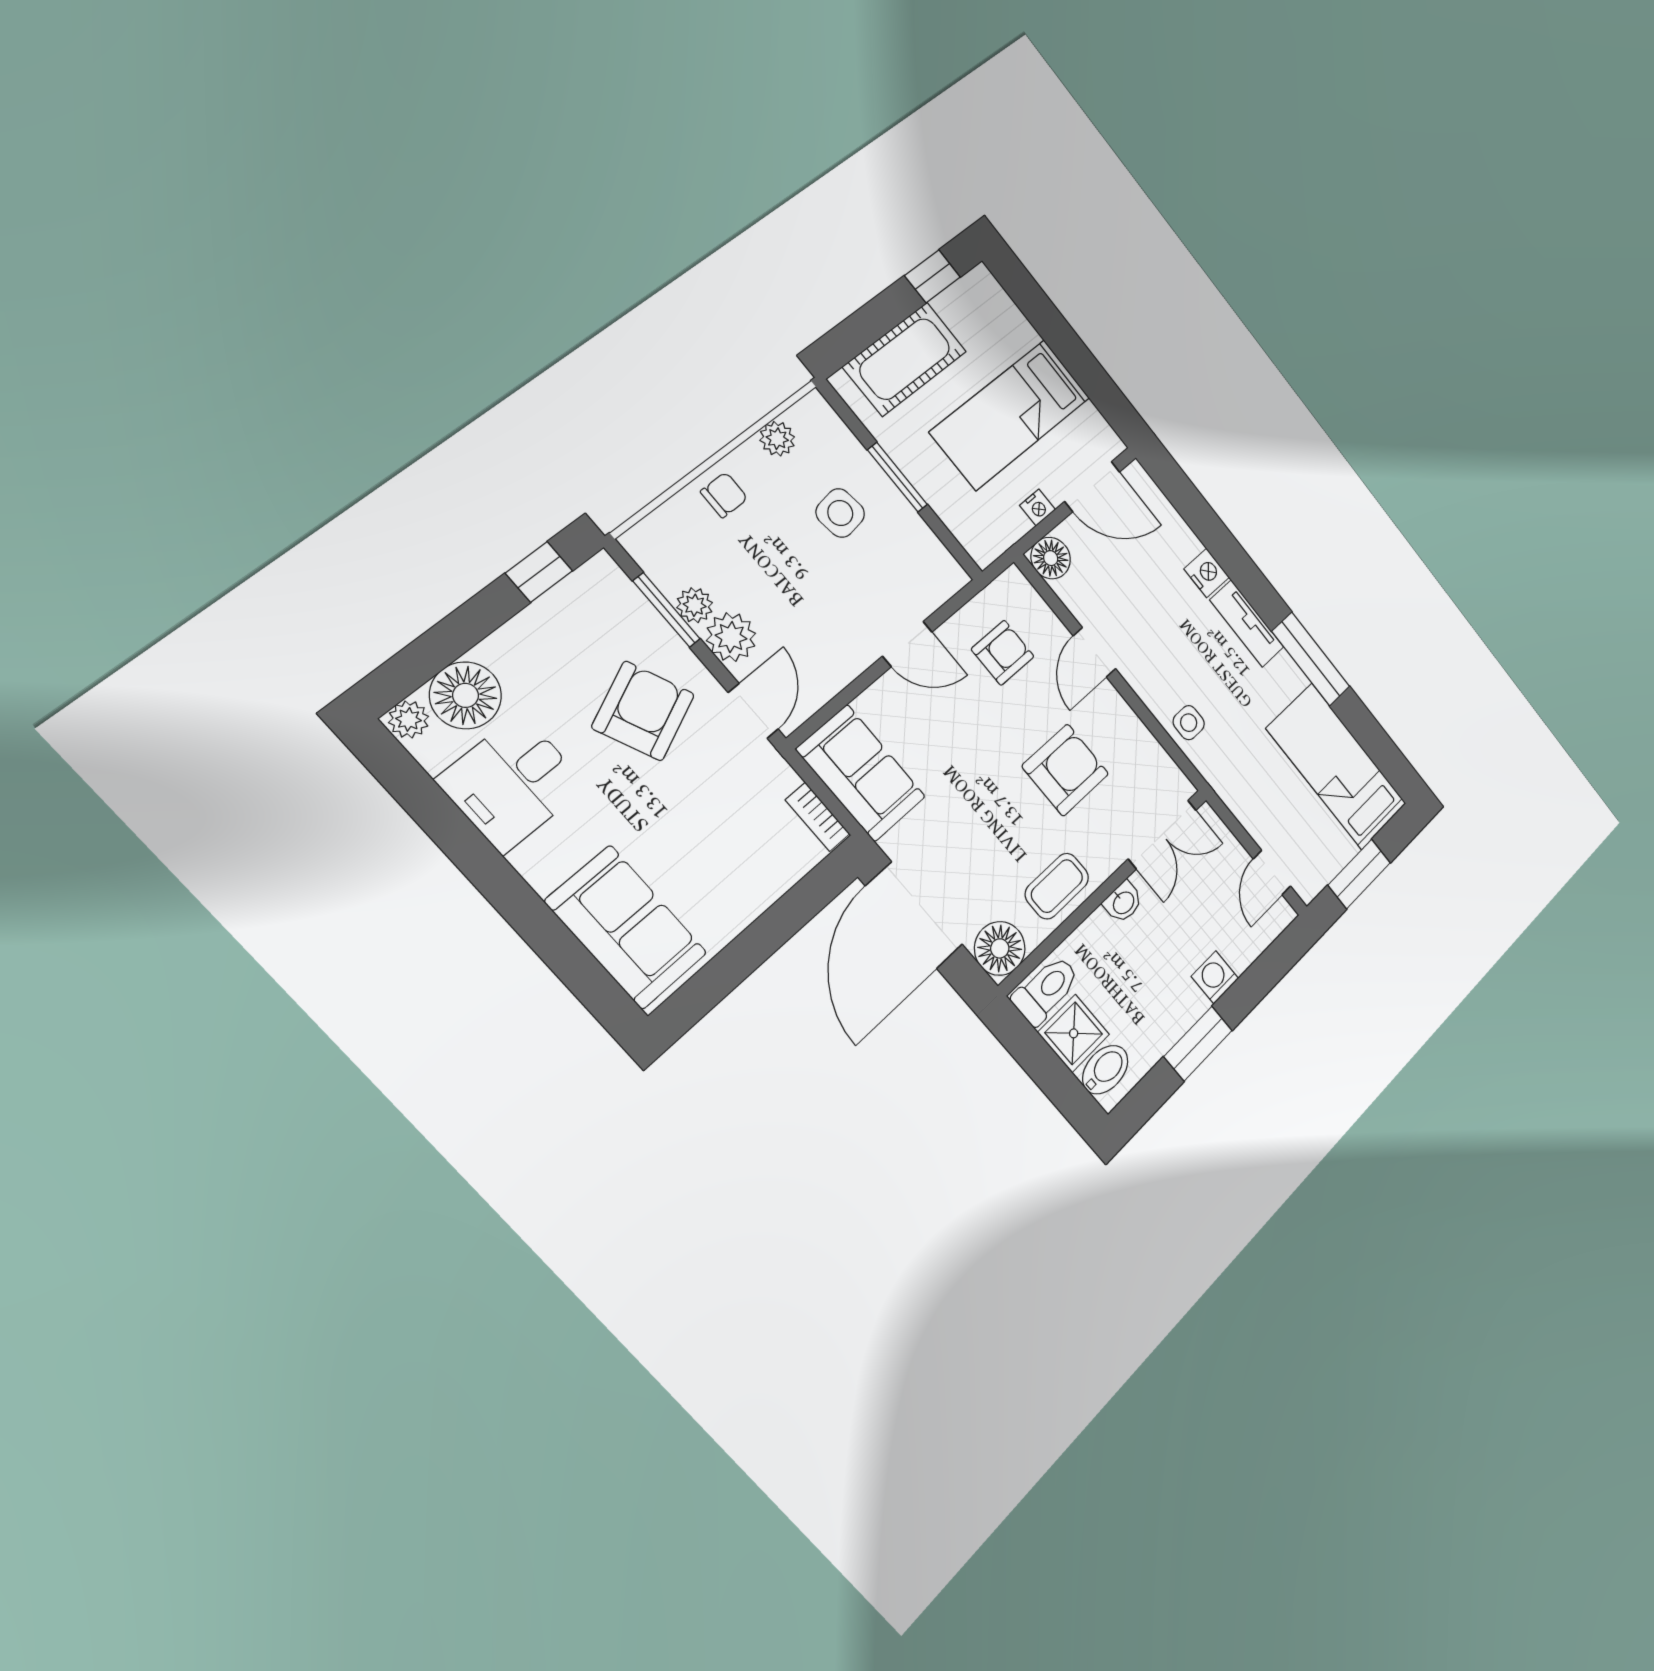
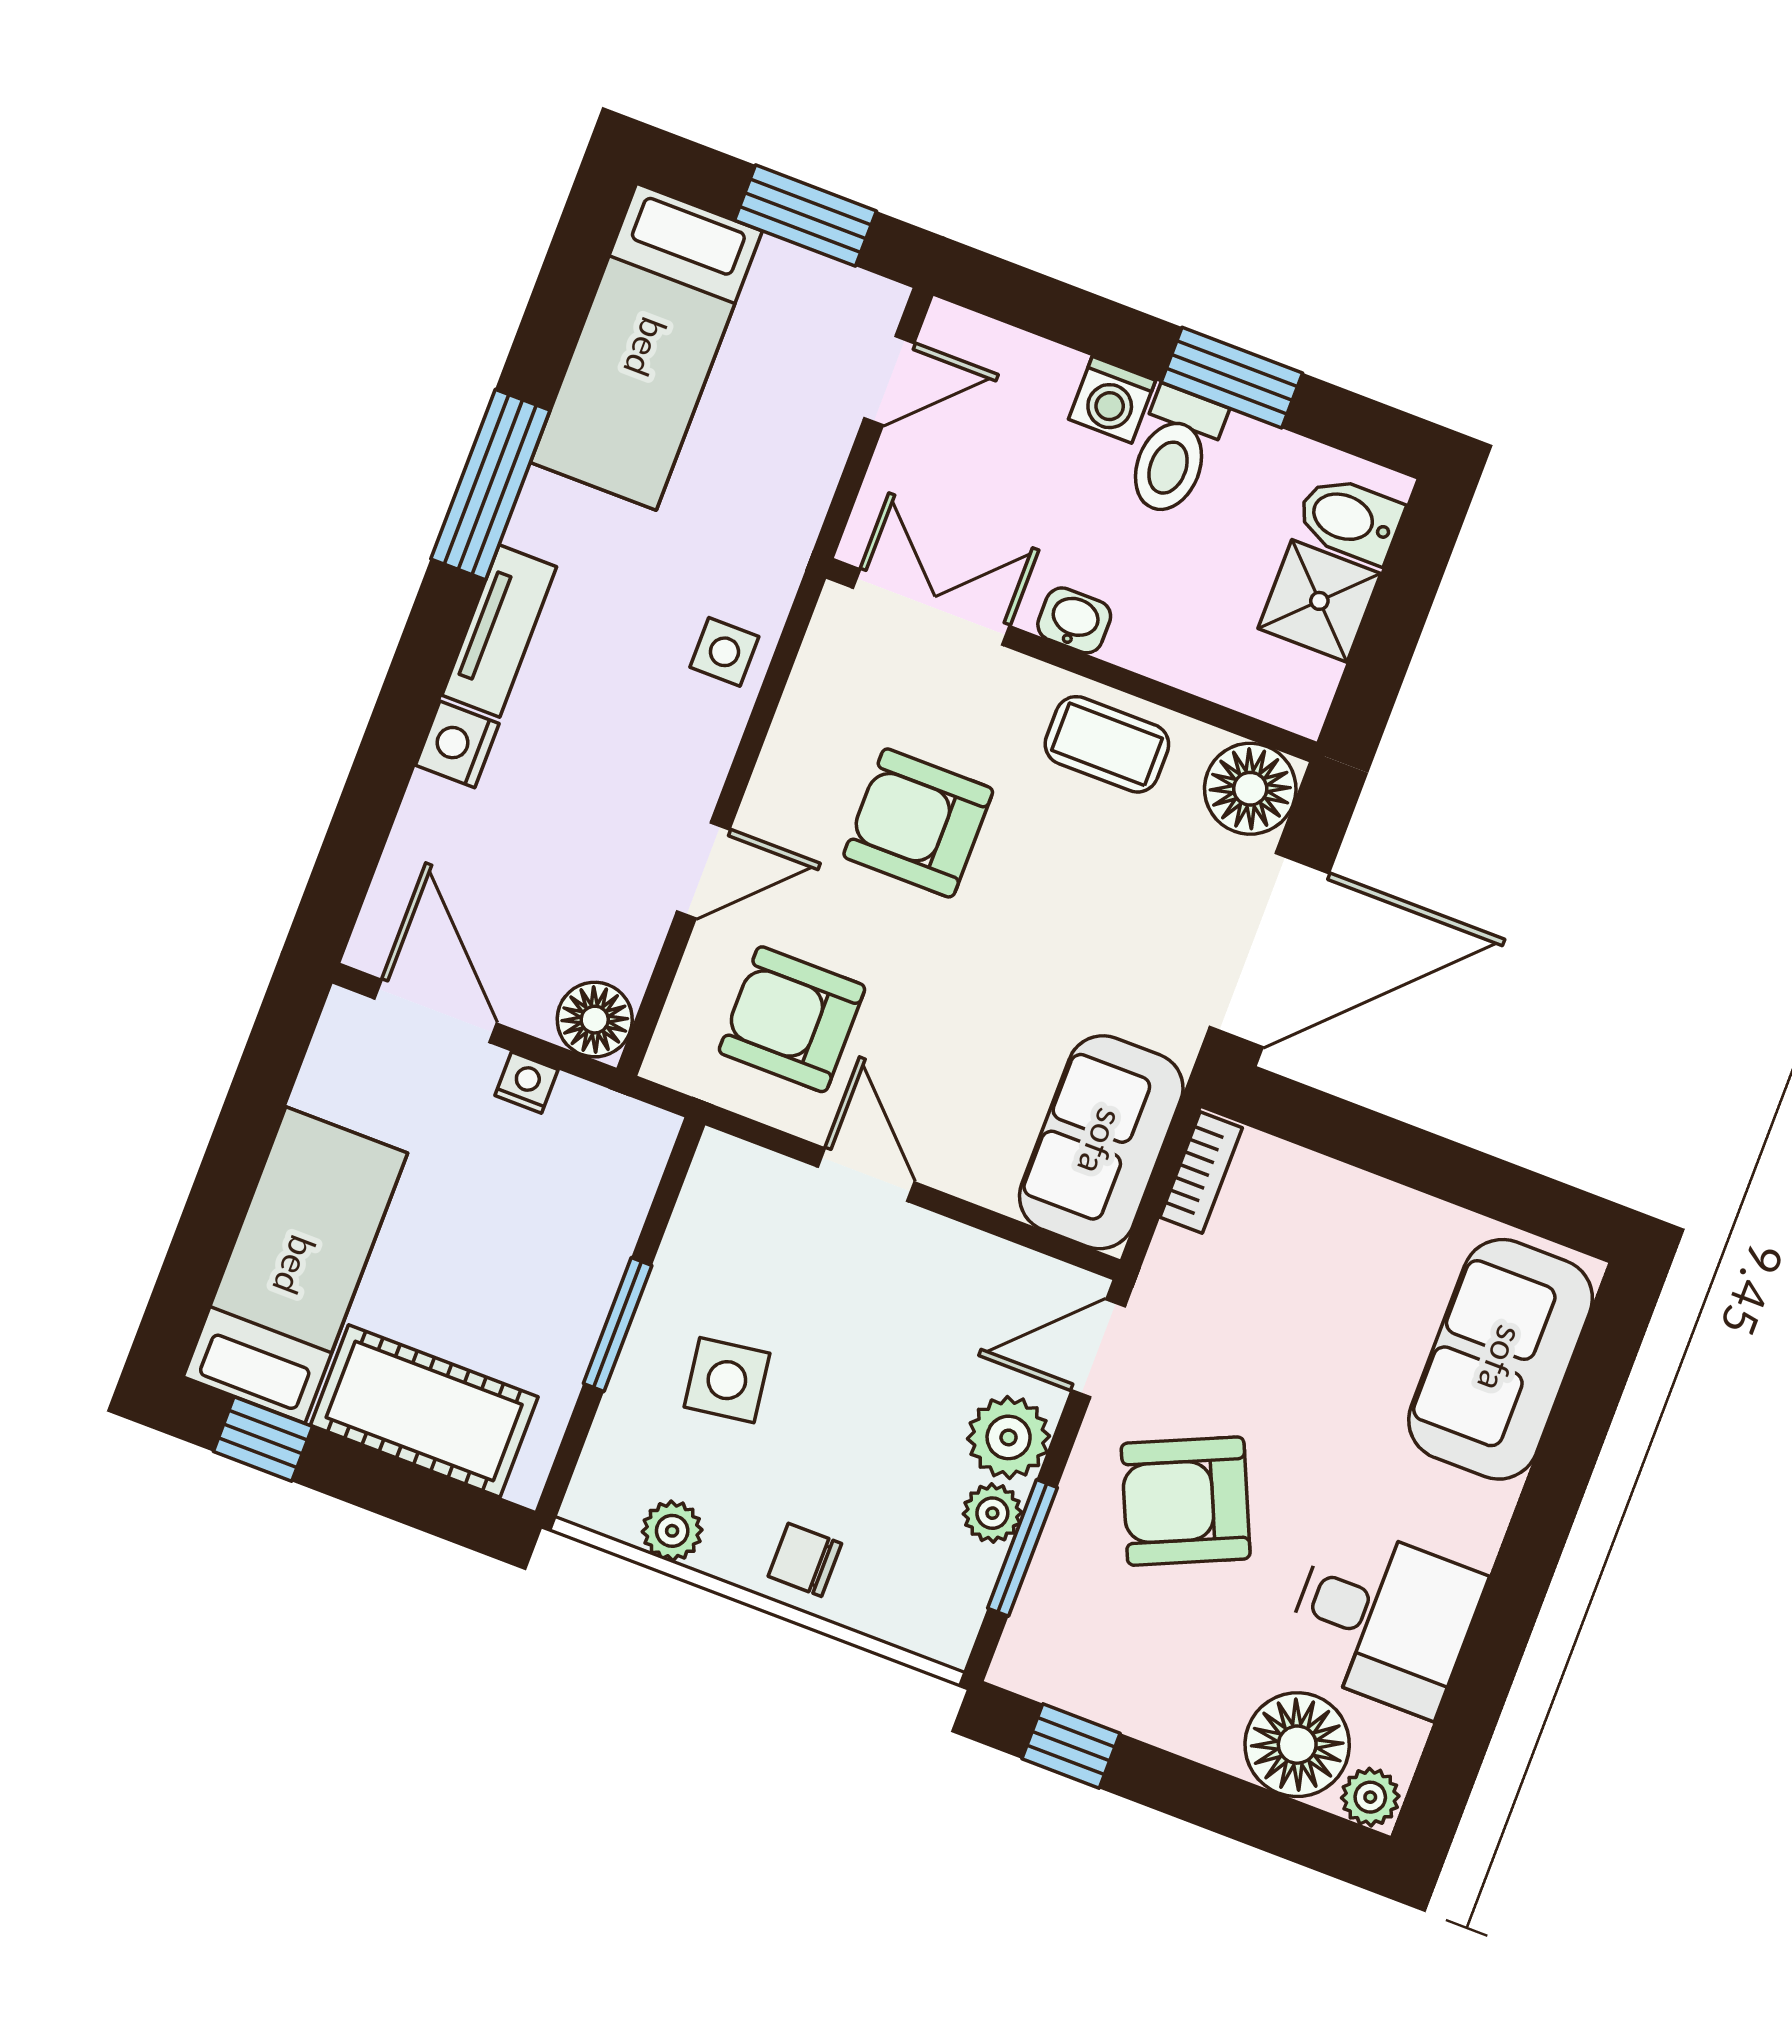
bed: (1011, 415) -> (295, 1265), moved, turned -90
armchair: (1003, 653) -> (792, 1019), width x1.38, depth x1.38
toilet: (1046, 990) -> (1174, 452), moved, turned -90

